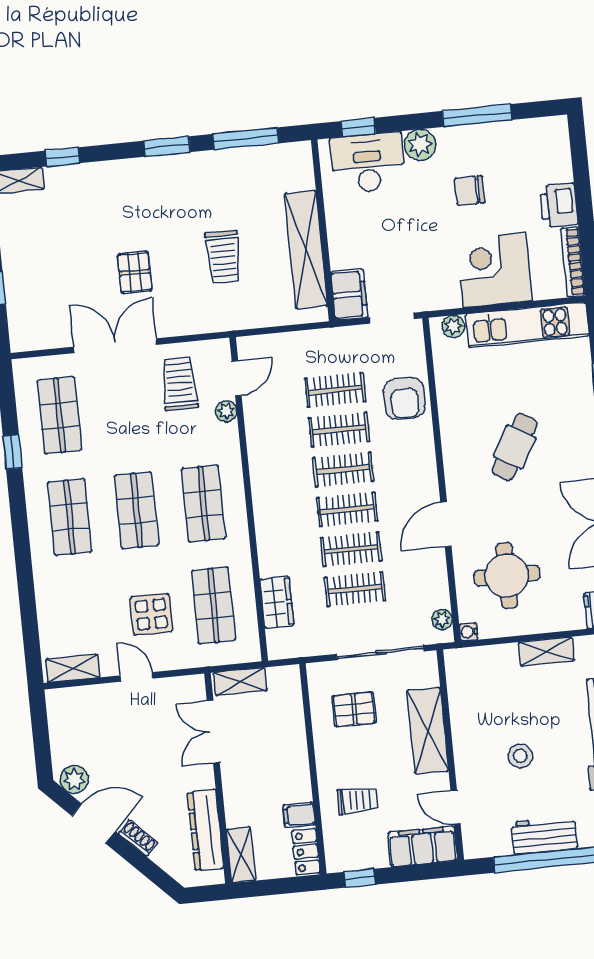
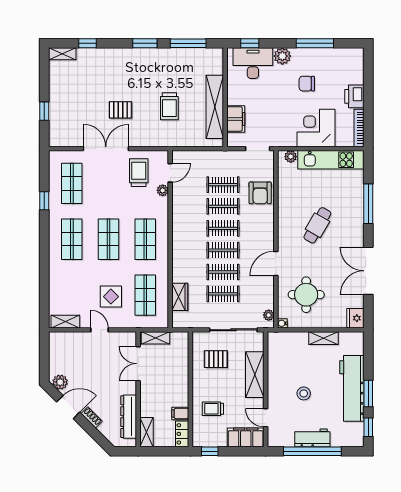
pallet: (135, 272) -> (120, 110), turned 90
filing cabinet: (349, 295) -> (236, 119), moved
trolley: (357, 800) -> (213, 409), turned 180

